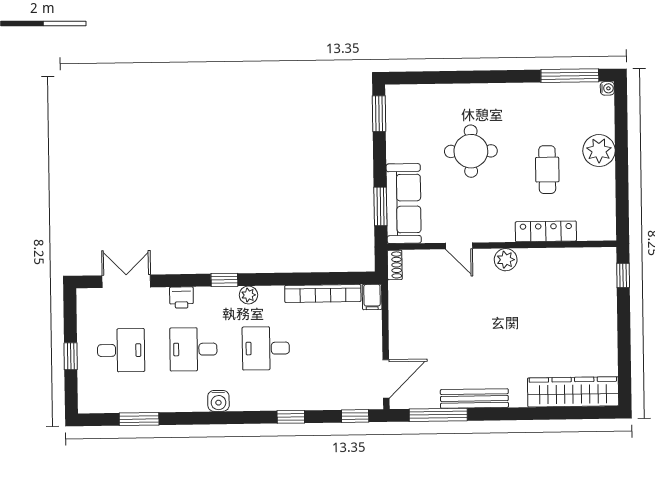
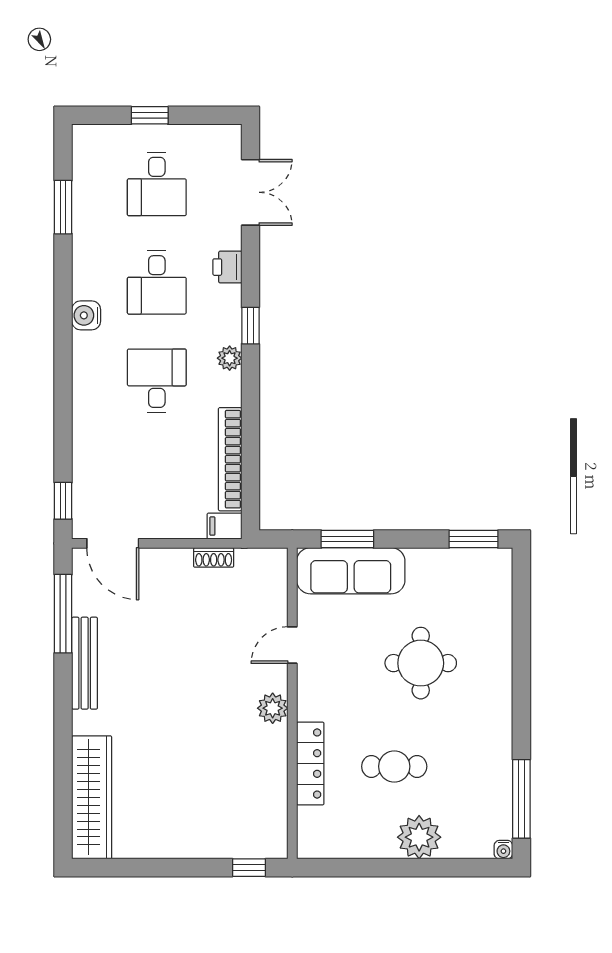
shoe rack: (395, 265) -> (214, 557), moved
desk: (193, 349) -> (157, 282), turned 180
window: (291, 417) -> (63, 413), removed

